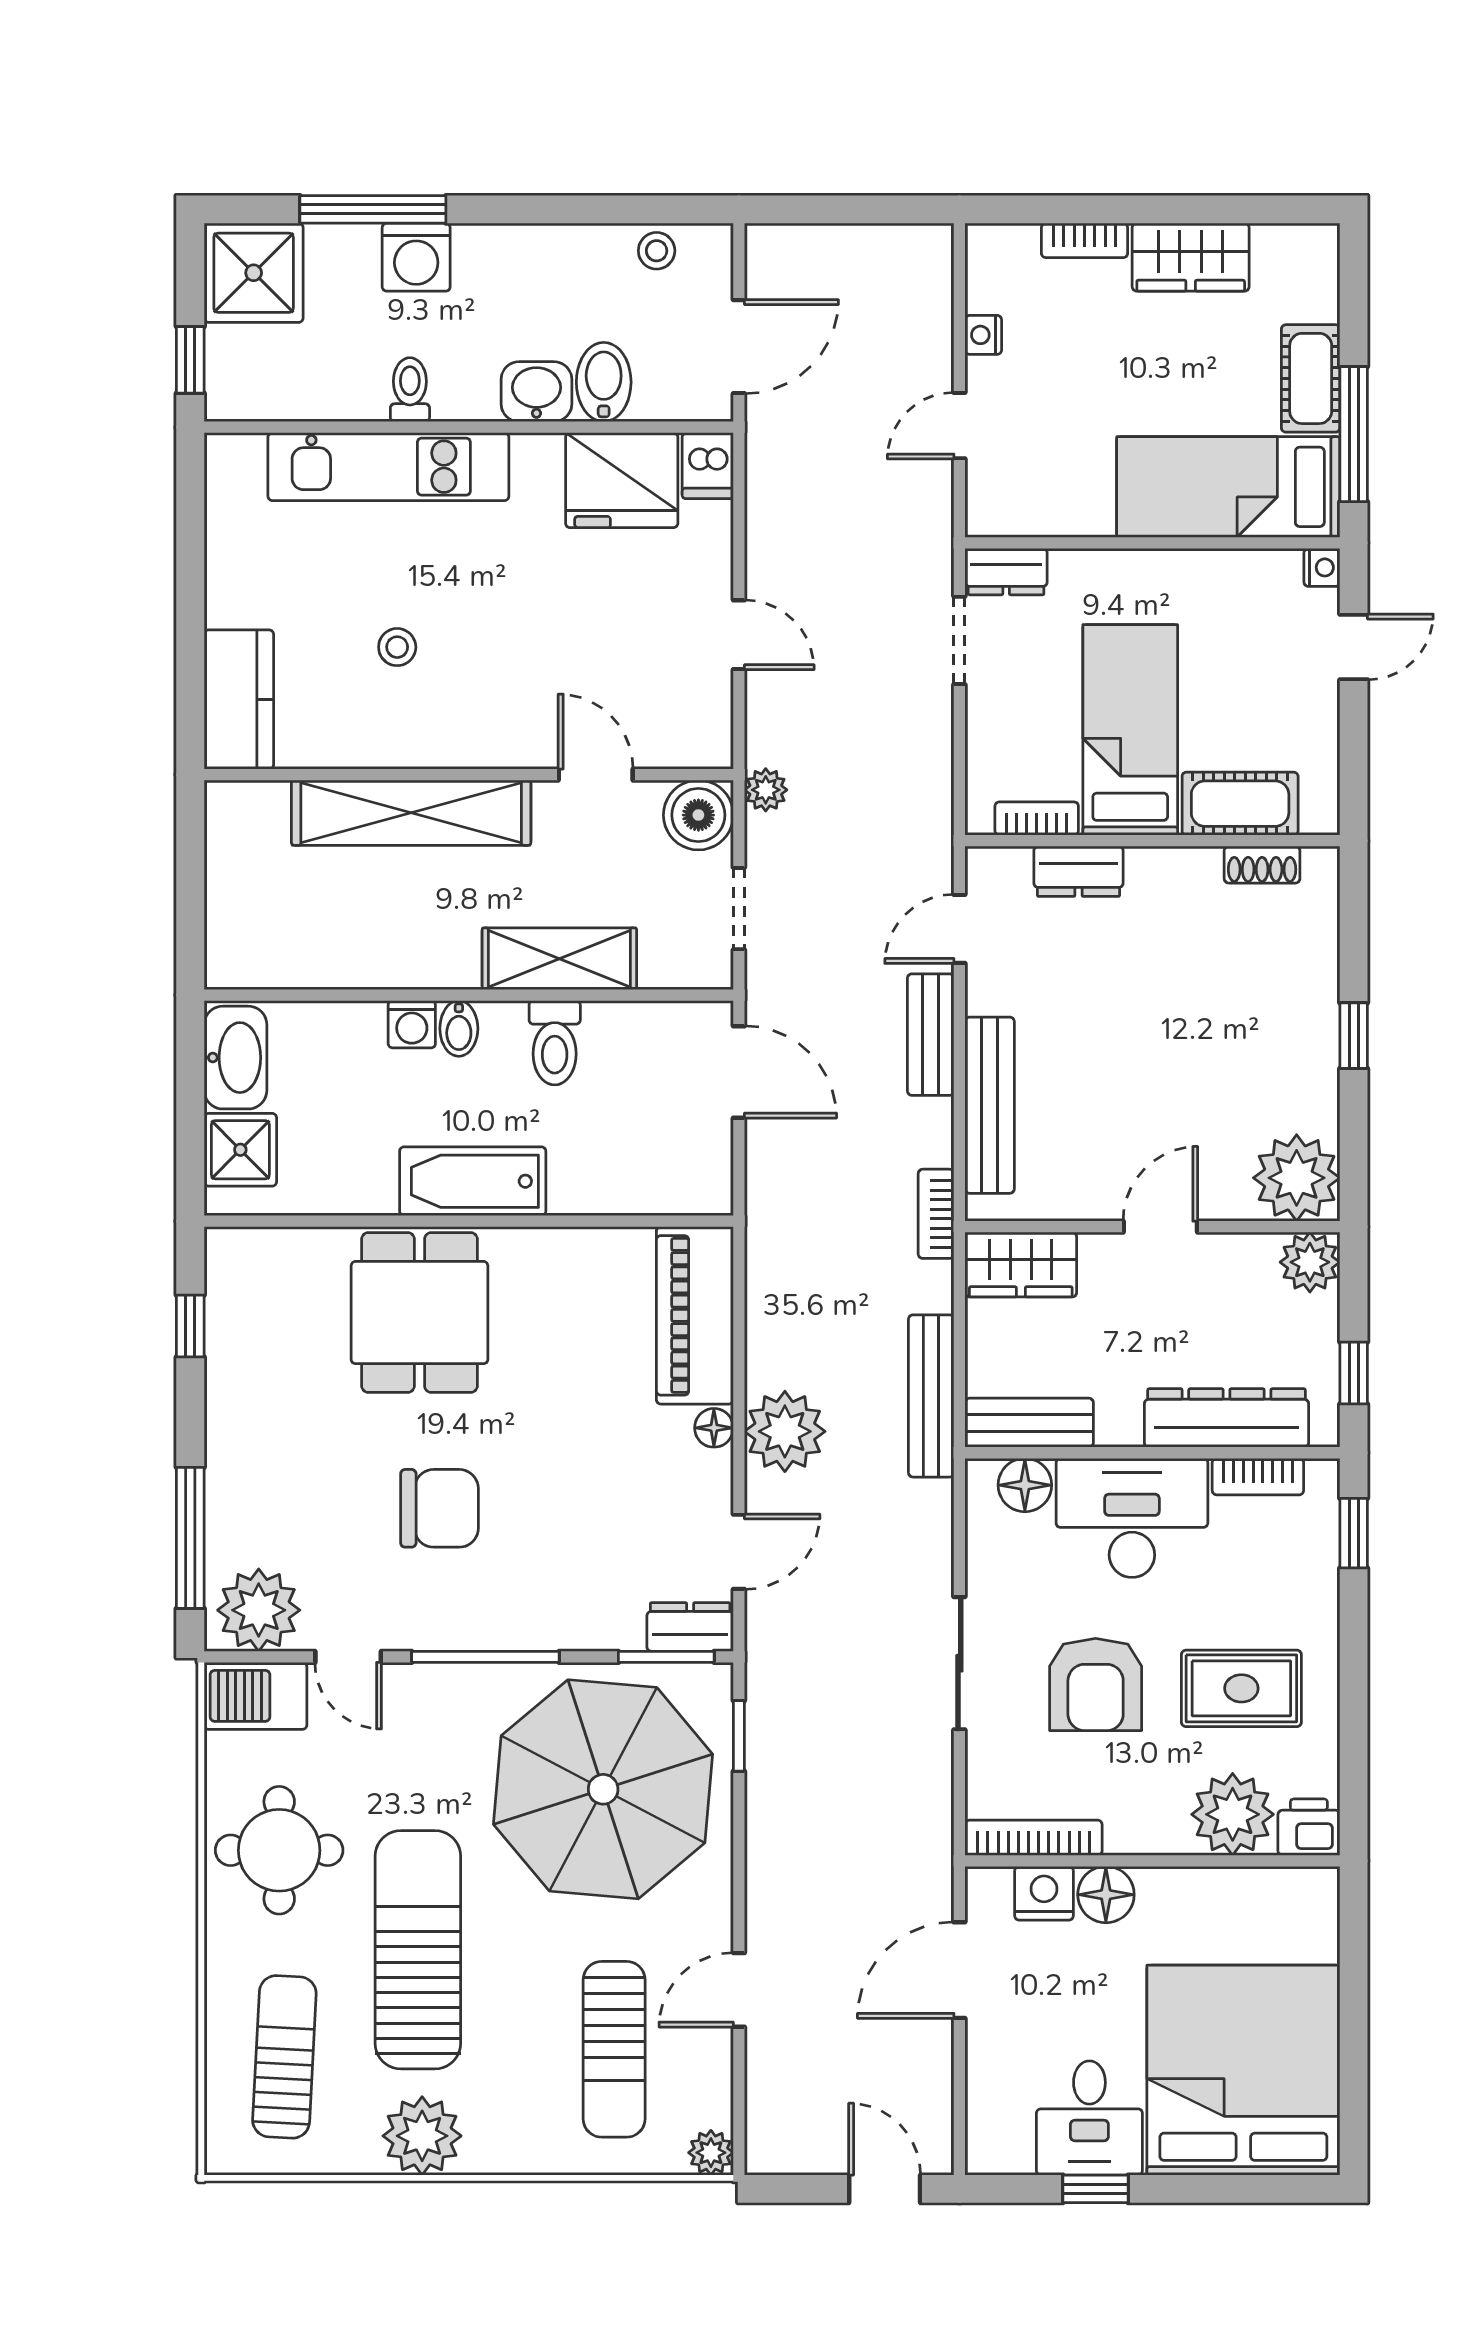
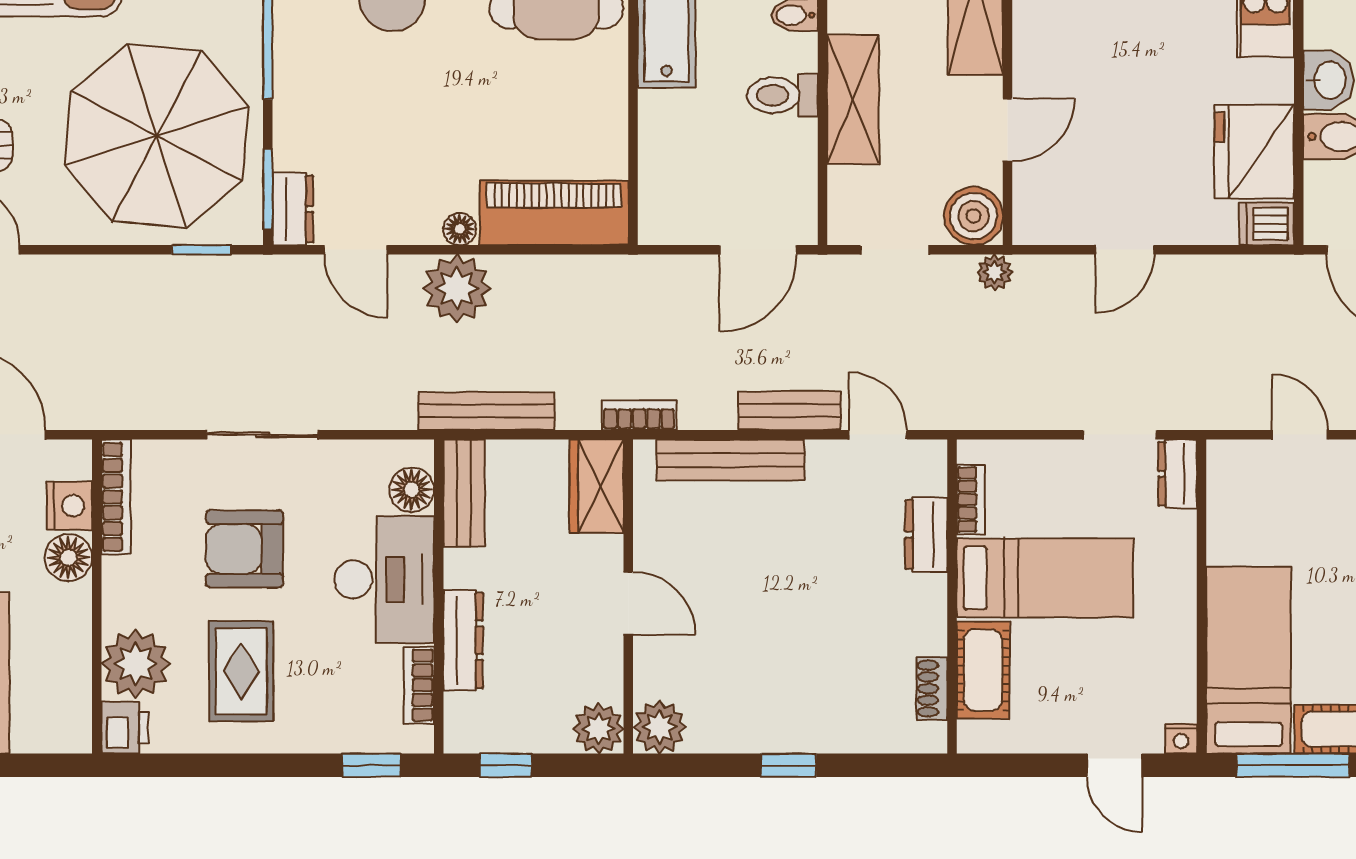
plant: (1297, 1178) -> (660, 727), width x0.73, depth x0.73
dresser: (1226, 1418) -> (463, 640), width x0.73, depth x0.80

